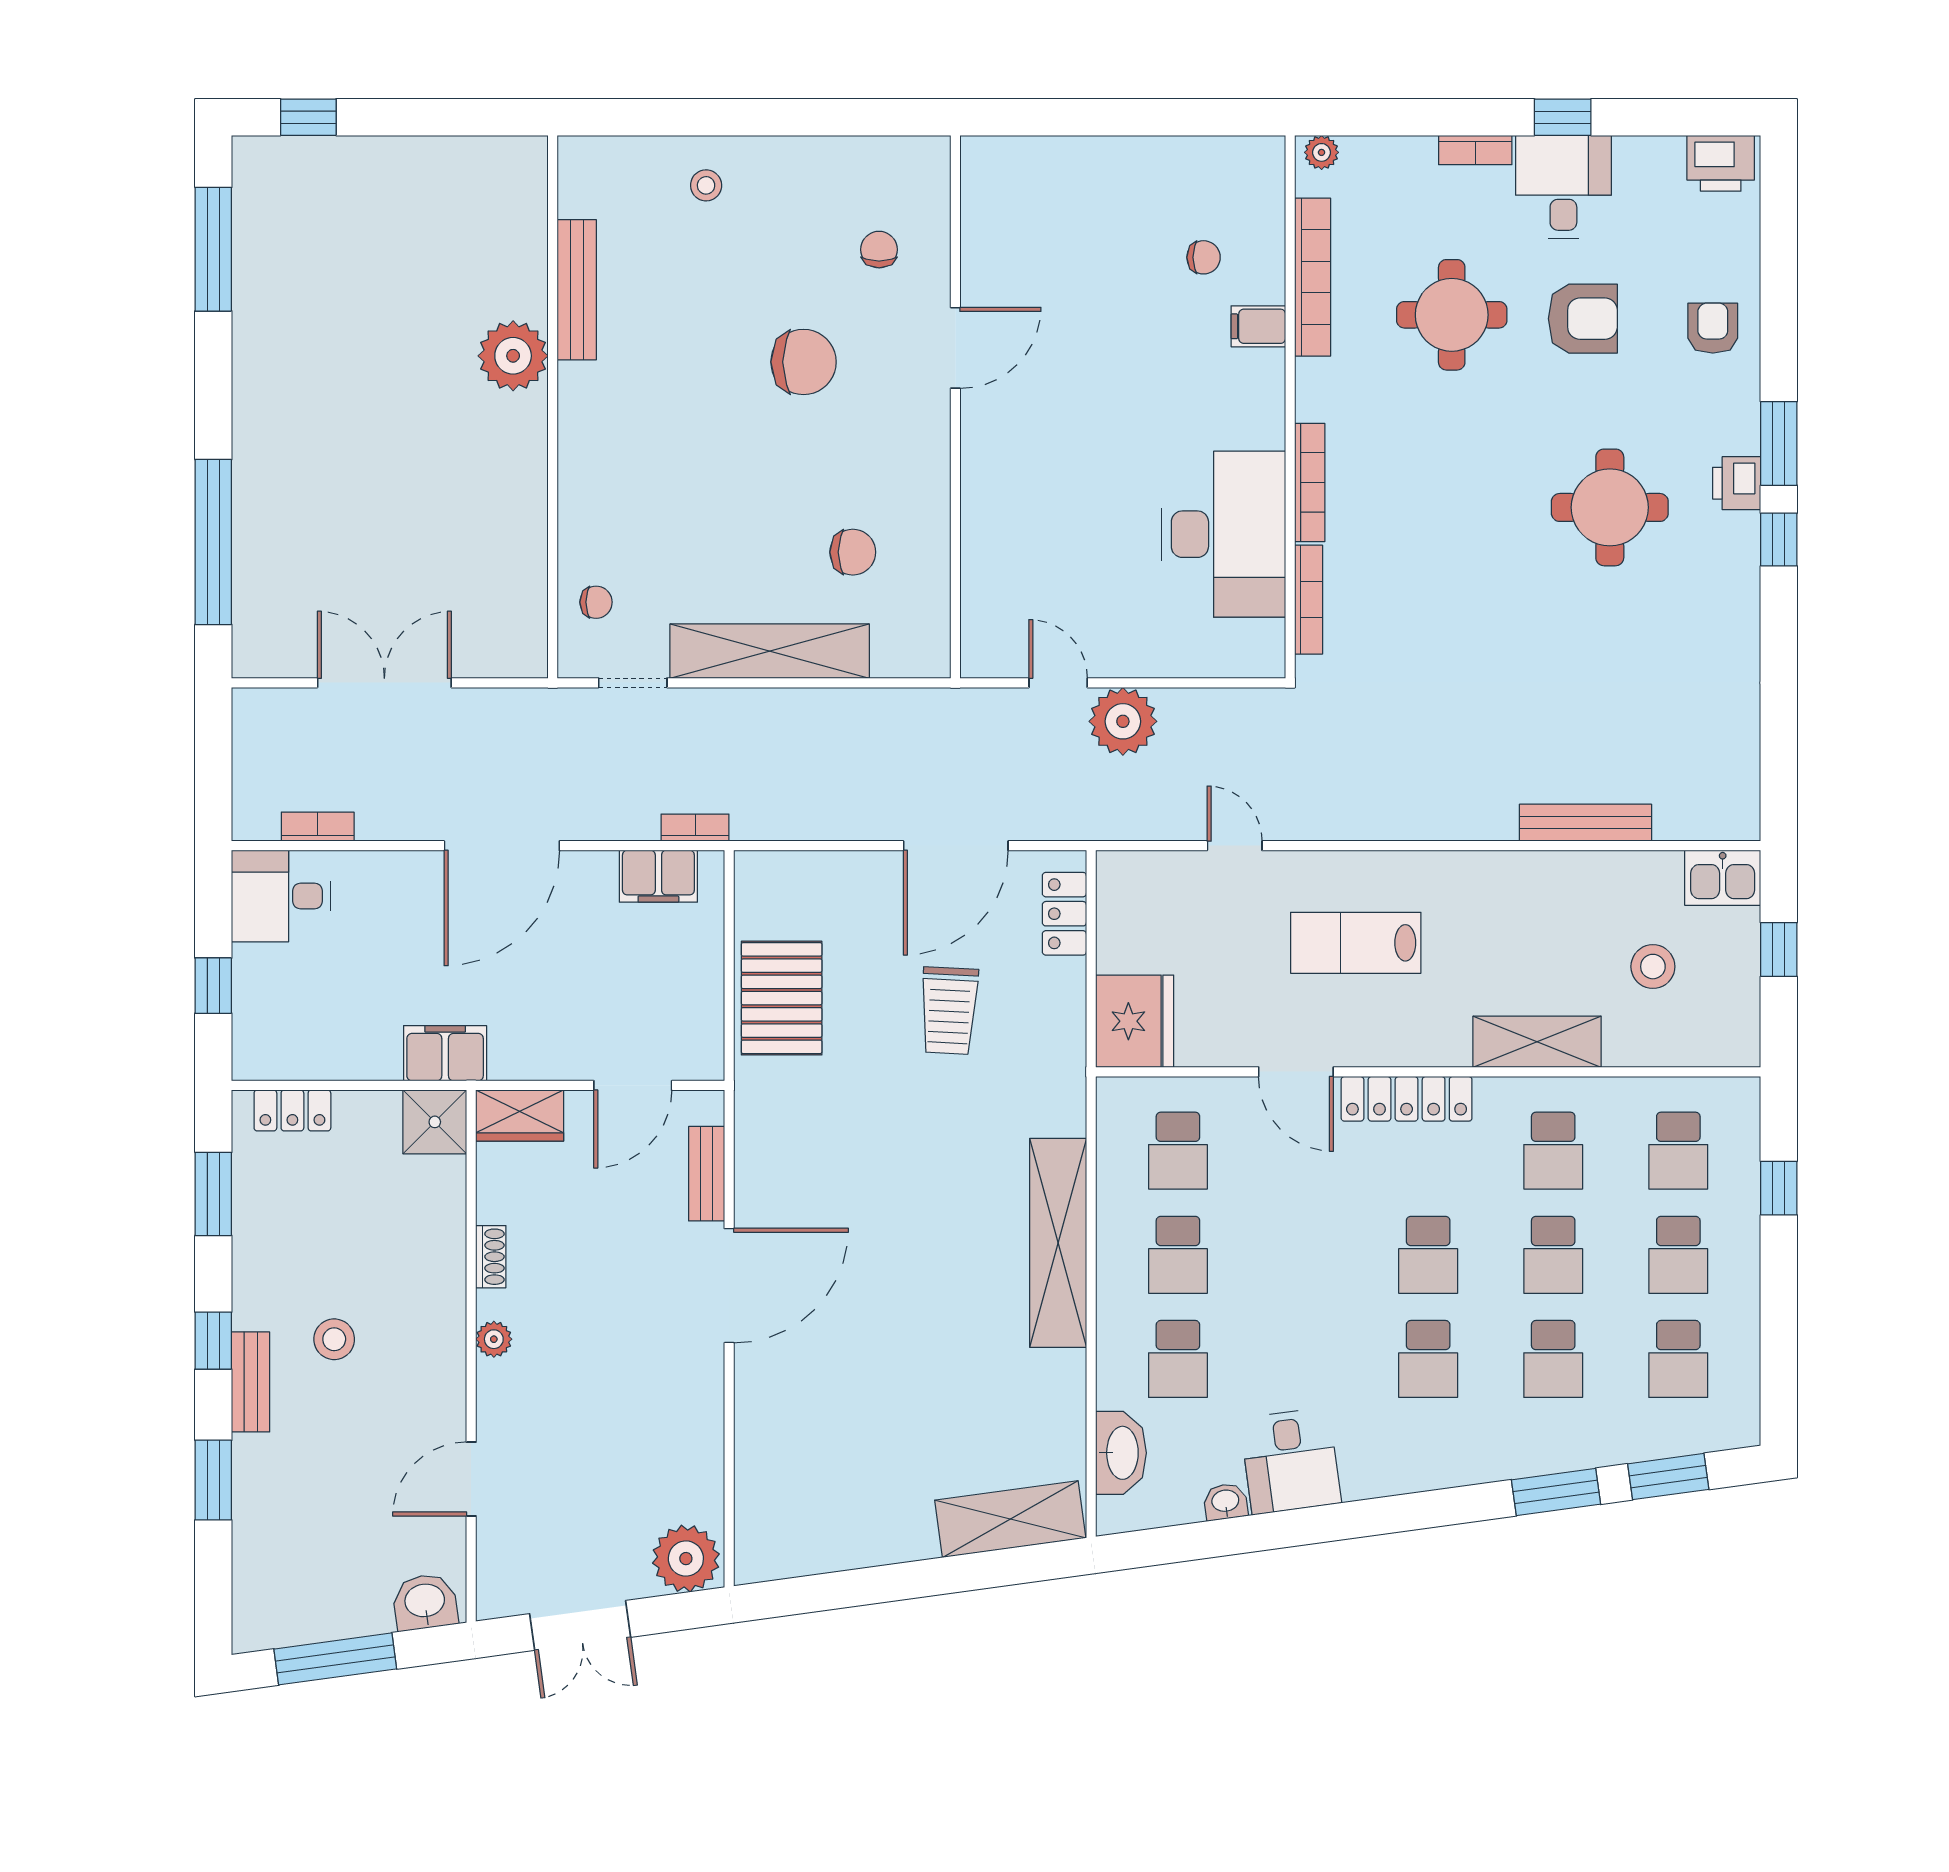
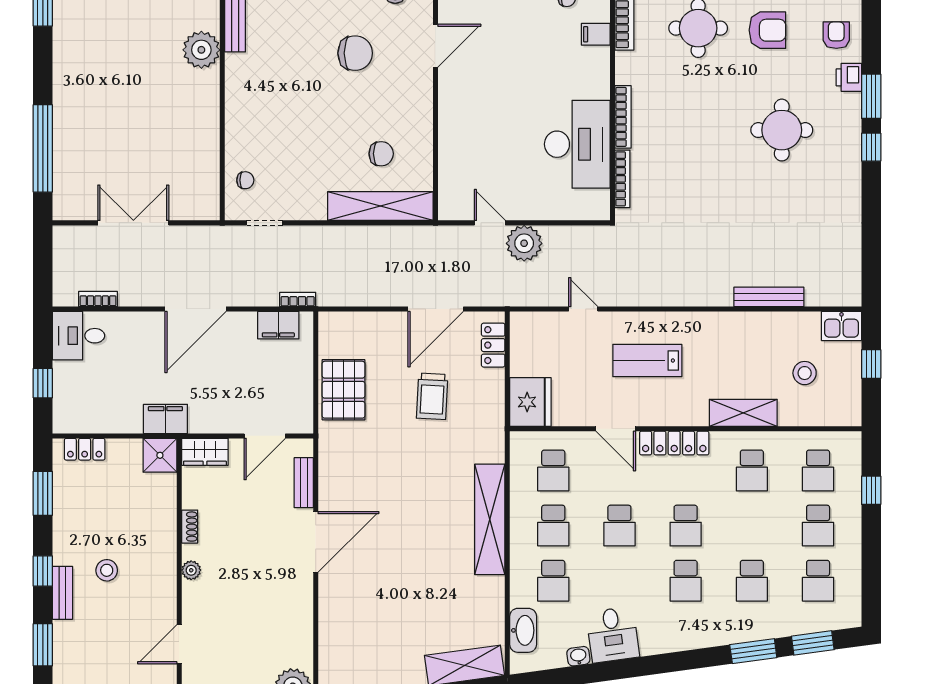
printer: (1737, 483) -> (849, 77), moved
shelving: (770, 651) -> (380, 206), moved
school desk: (1553, 1255) -> (619, 526), moved

